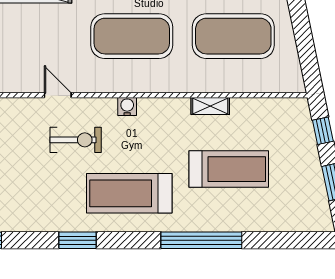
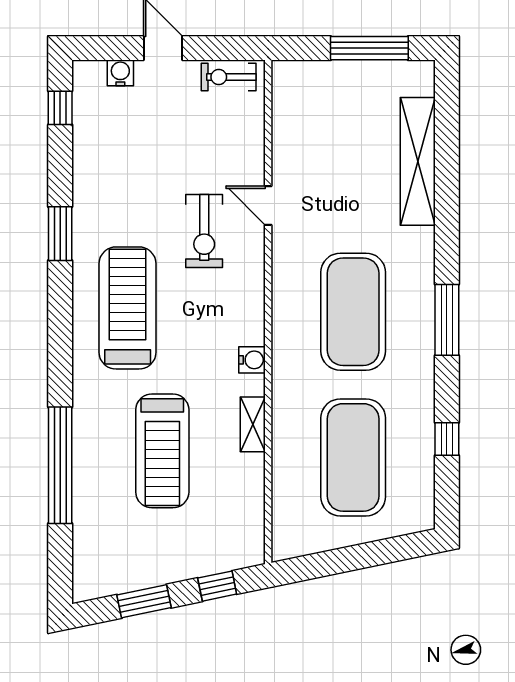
door: (58, 95) -> (268, 206), swing flipped
water cooler: (127, 106) -> (252, 360), moved
window: (201, 240) -> (60, 465), moved

